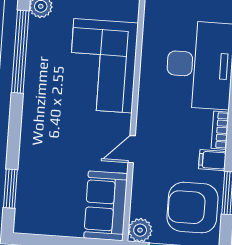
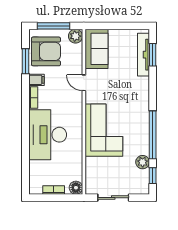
door: (132, 149) -> (84, 83), swing flipped
tv unit: (26, 190) -> (144, 55), added

